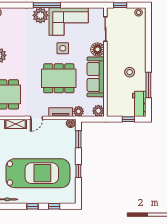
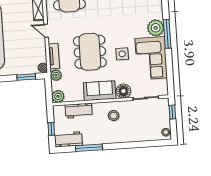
stool: (130, 72) -> (114, 116), moved
sofa: (96, 77) -> (100, 91), width x0.73
workbench: (113, 92) -> (79, 111), added

